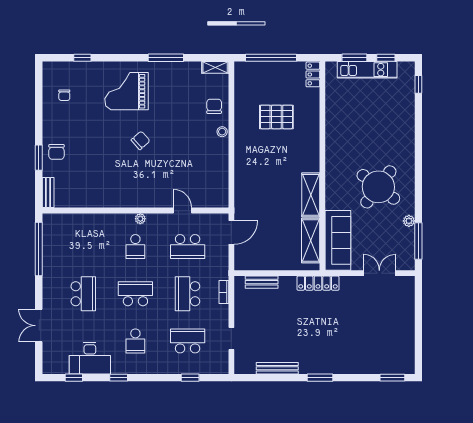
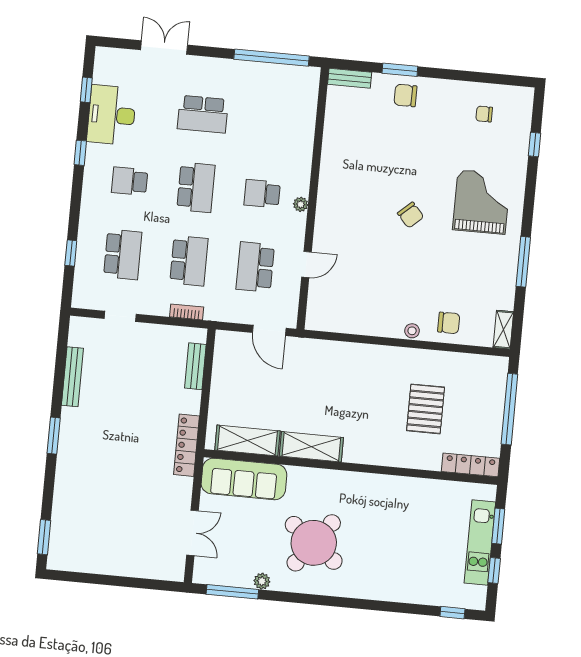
locker: (313, 74) -> (470, 465), width x1.53
school desk: (188, 294) -> (189, 261), turned 90

